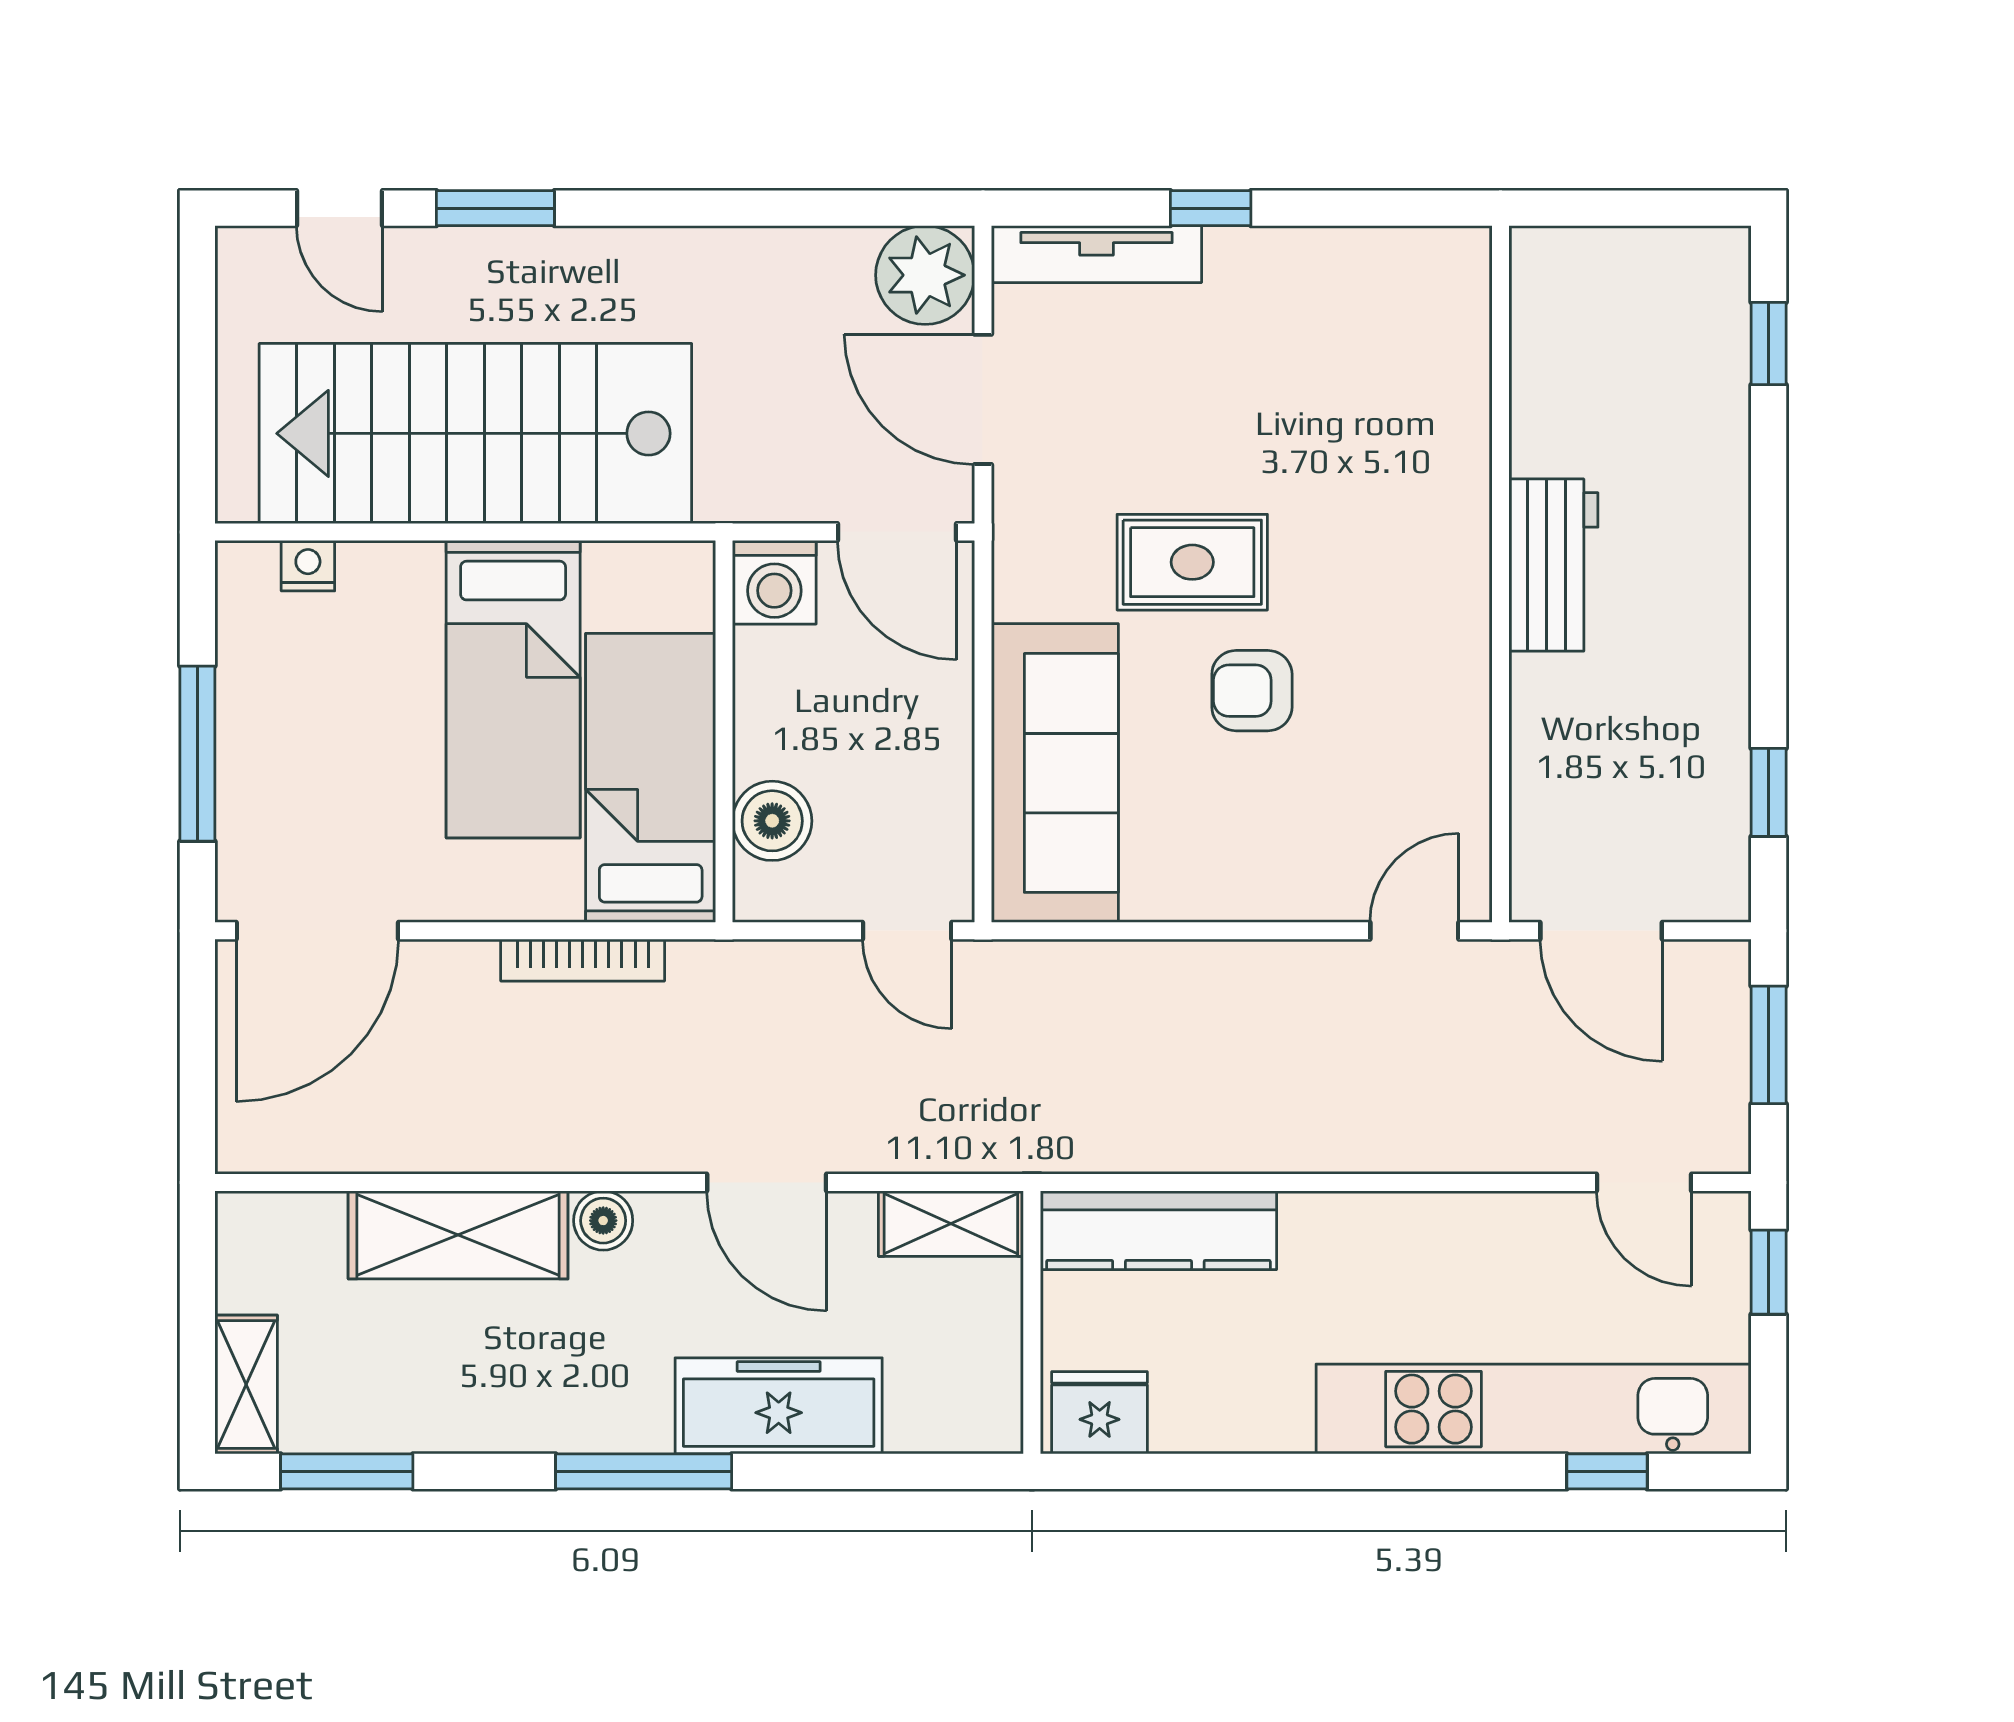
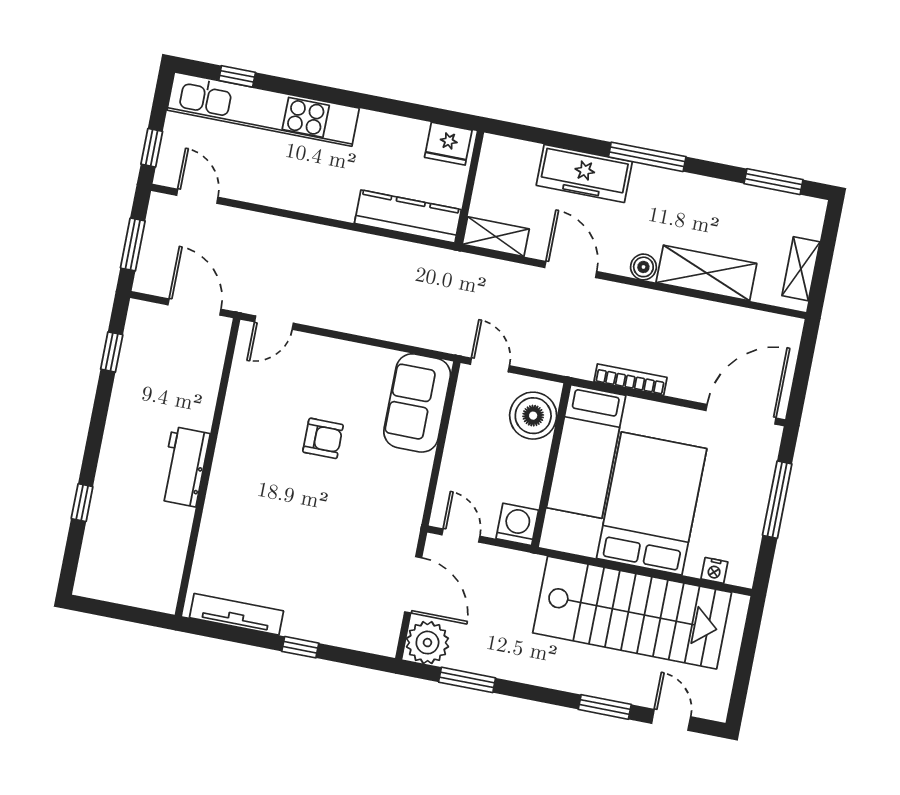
window: (819, 208) -> (467, 680), added
tv unit: (1096, 254) -> (236, 614), moved
window: (1769, 344) -> (82, 503), moved
door: (897, 532) -> (461, 536), width x0.73
rug: (1192, 562) -> (338, 498), removed
bed: (513, 689) -> (652, 503), width x1.50
sofa: (1055, 773) -> (417, 403), width x0.73
boiler: (772, 821) -> (533, 416), width x1.37, depth x1.37
shelving: (246, 1385) -> (801, 269), moved

